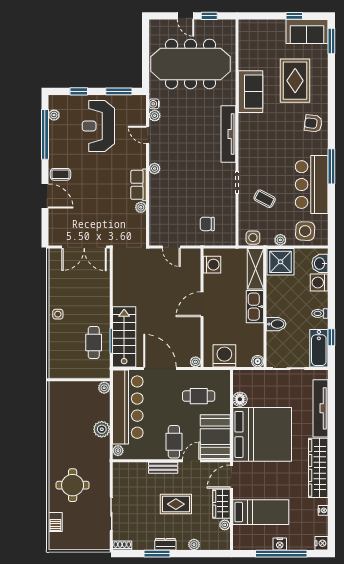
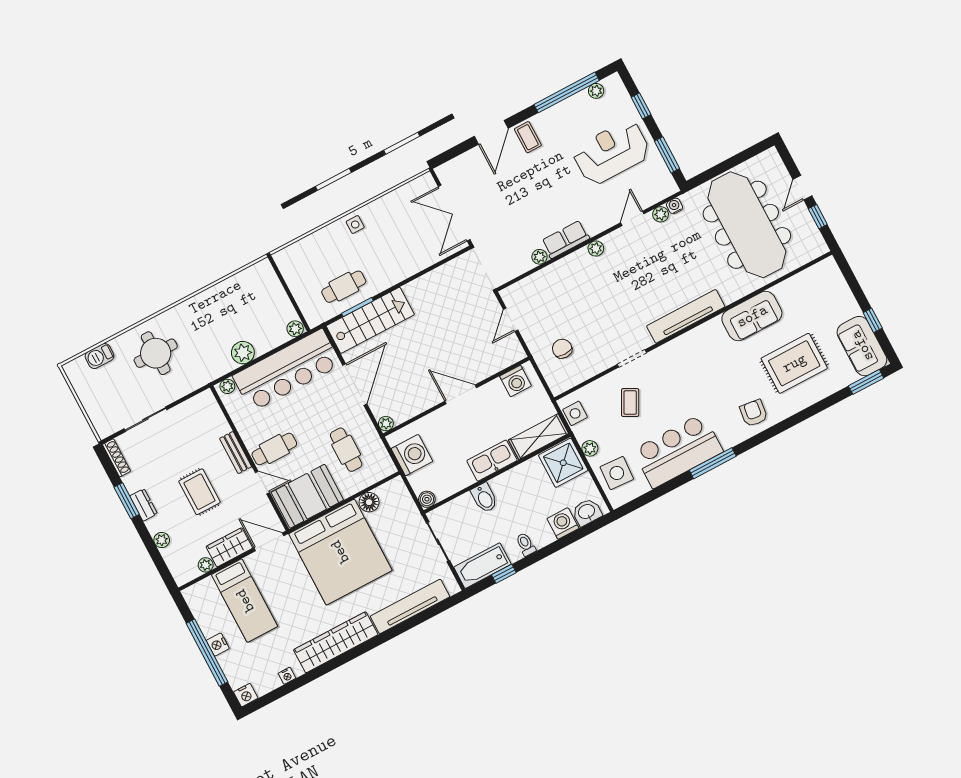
shoe rack: (122, 546) -> (117, 458), width x1.43

